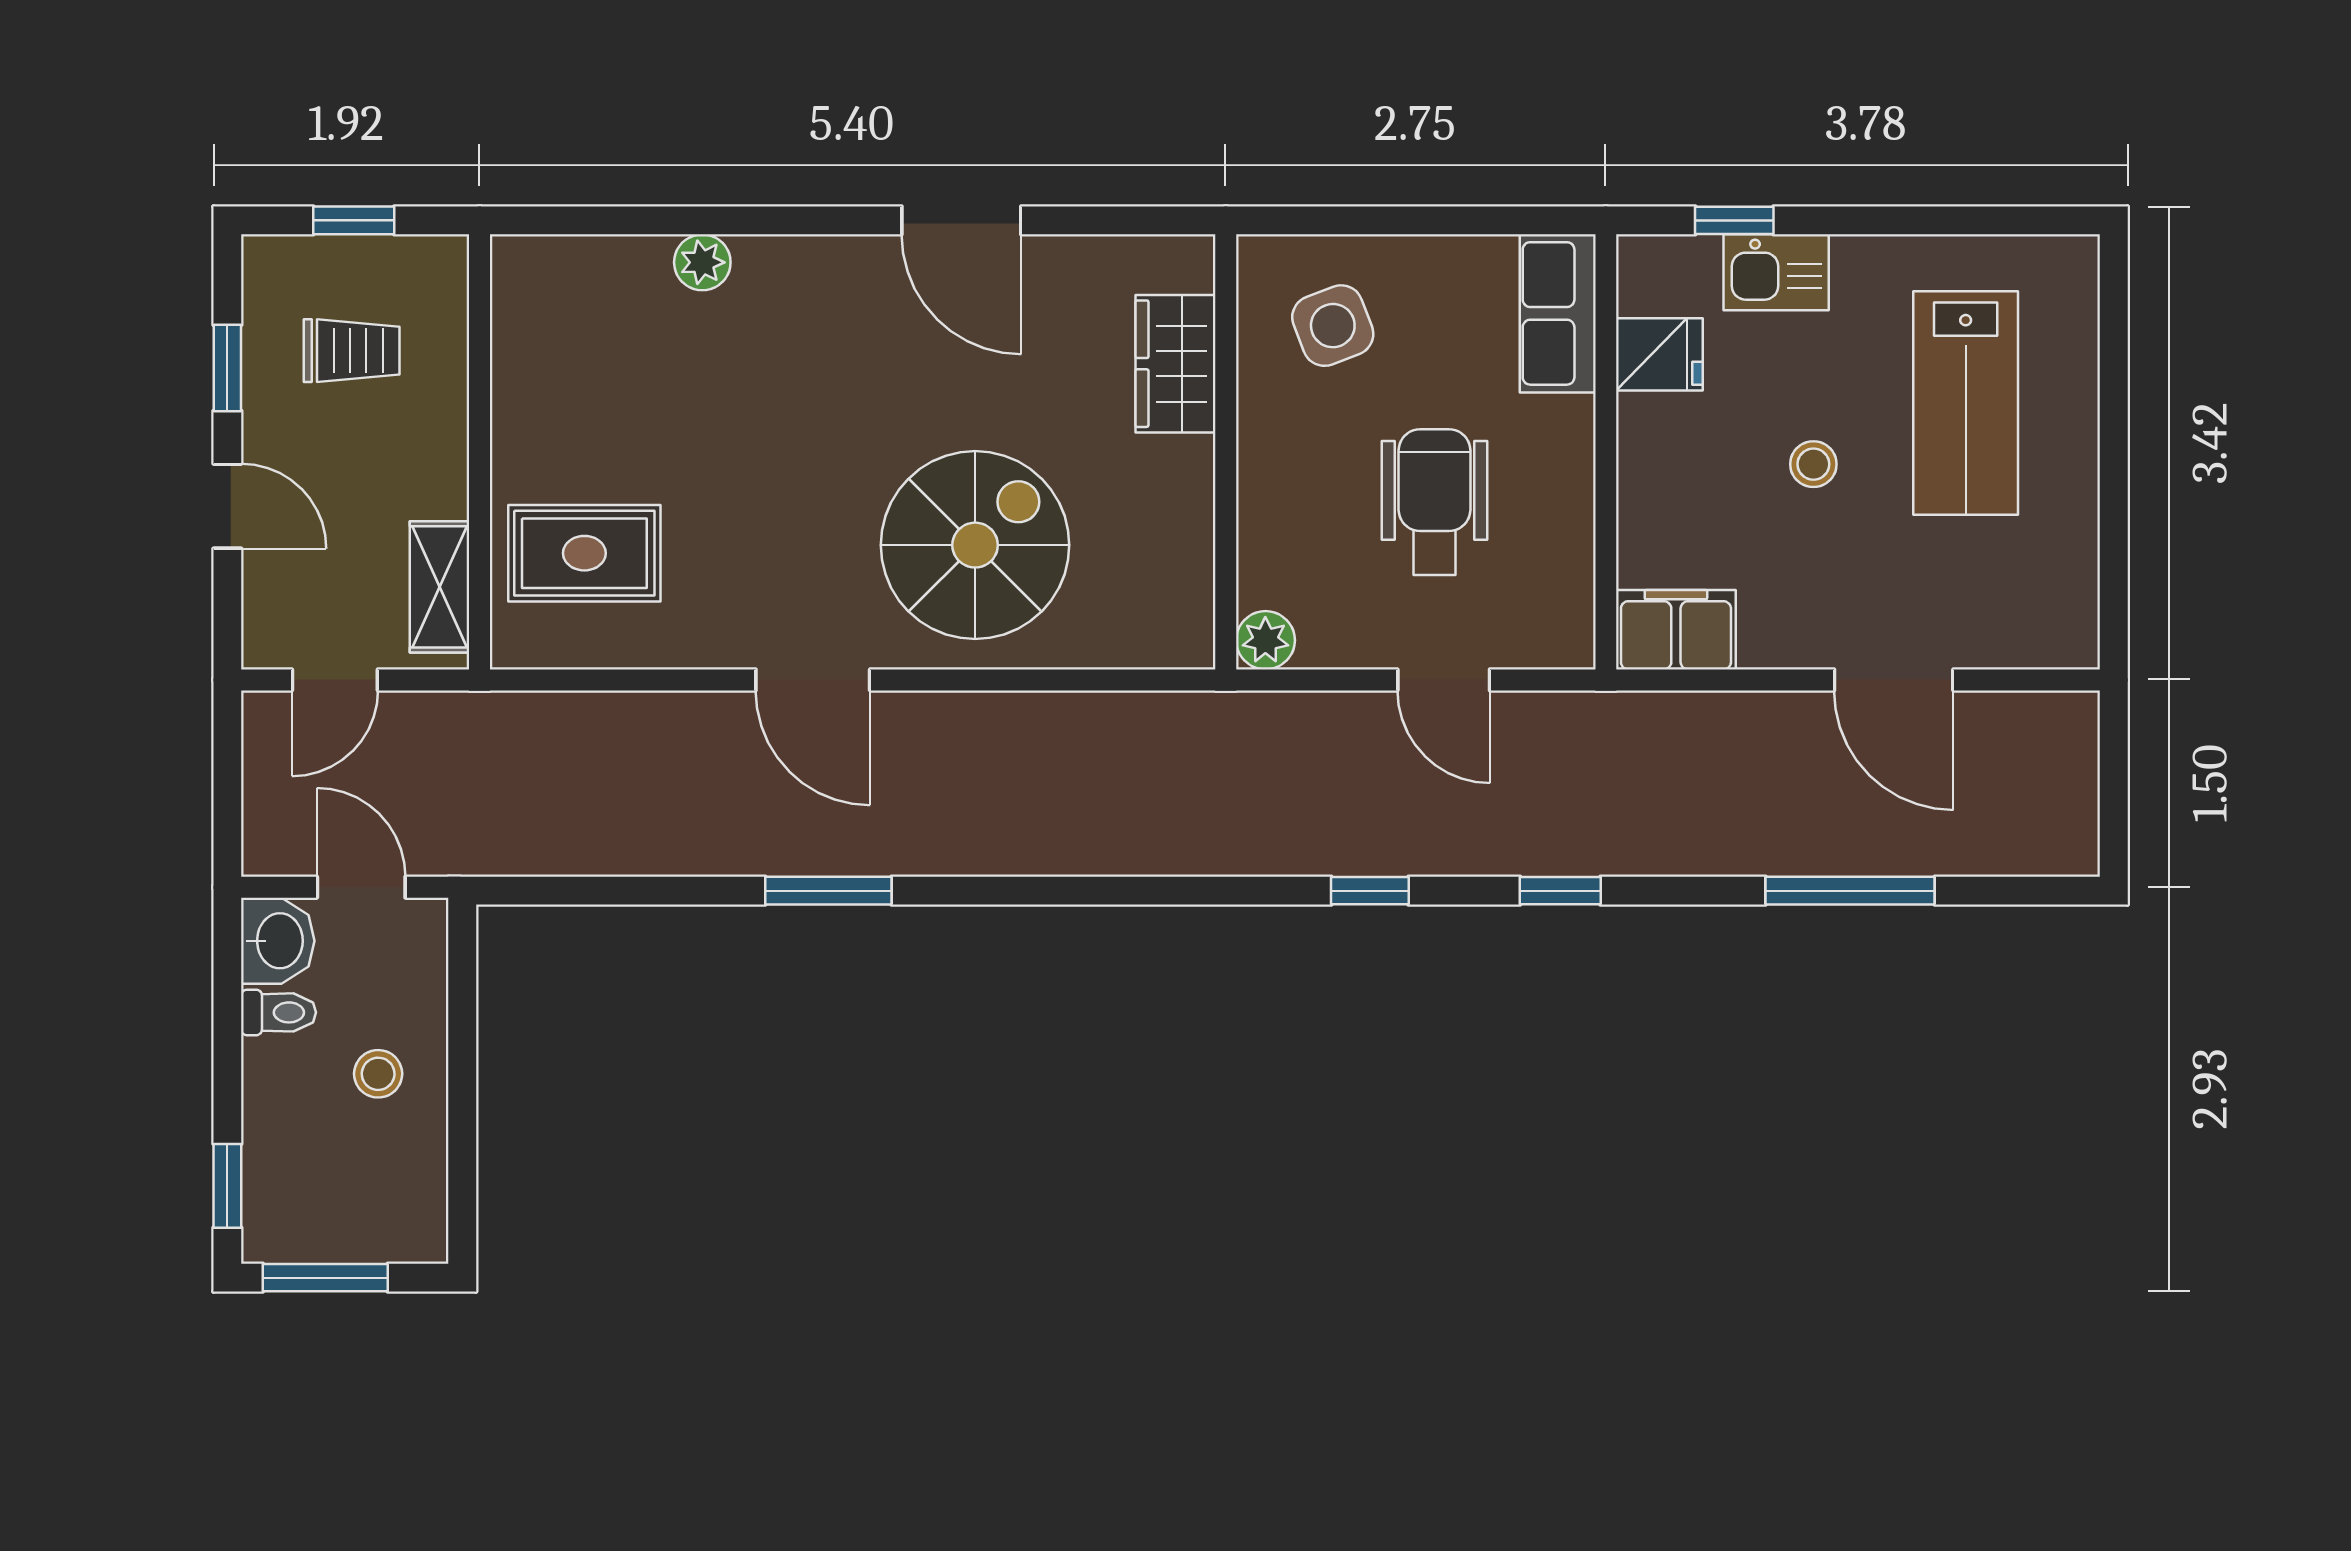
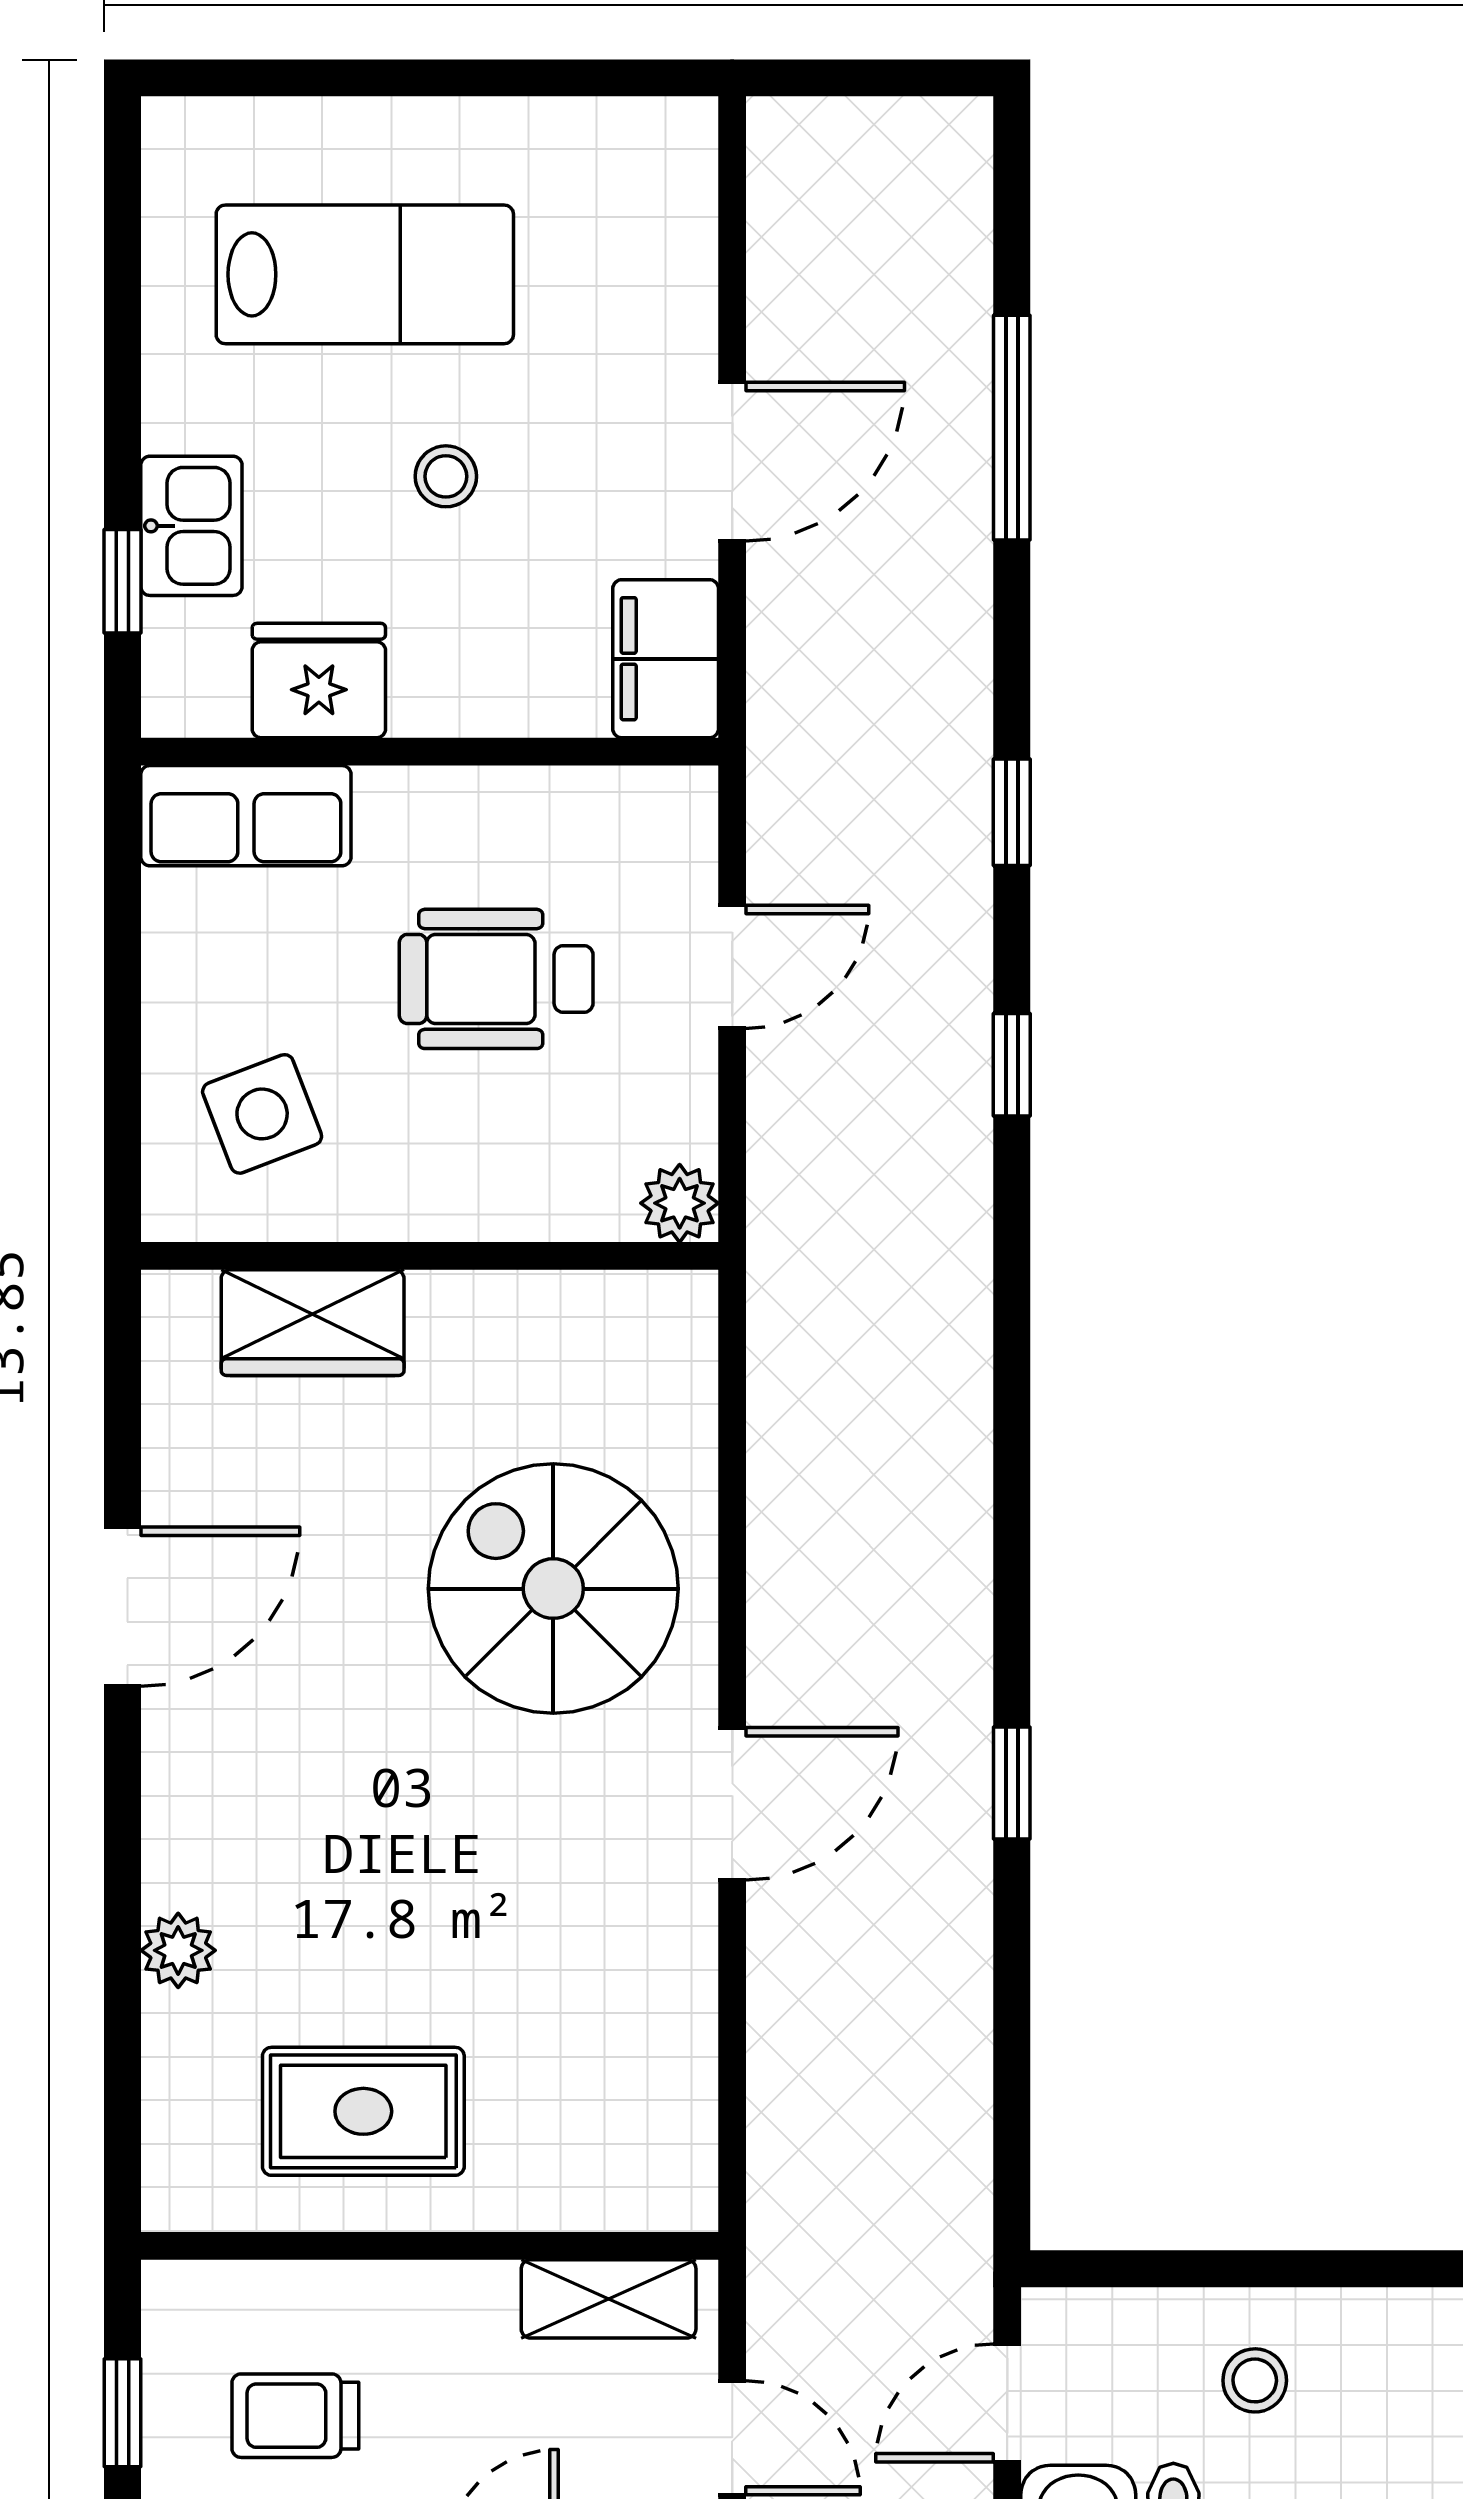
trolley: (352, 351) -> (295, 2416), turned -90
fridge: (1659, 354) -> (319, 681), width x1.38
rug: (584, 553) -> (363, 2111), moved, turned 90
door: (1894, 680) -> (732, 462), moved
window: (828, 891) -> (1012, 1783), width x0.67

